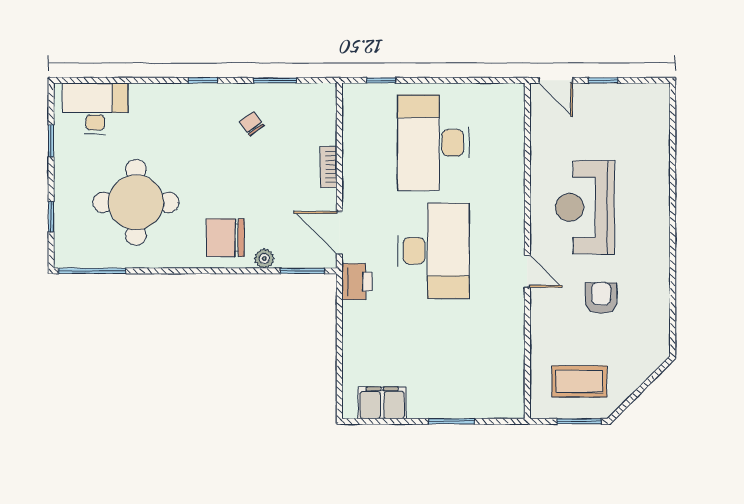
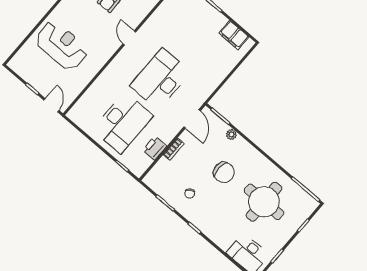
reception desk: (585, 207) -> (62, 46), moved, turned -90
chair: (225, 238) -> (224, 172), moved
printer: (357, 282) -> (155, 148), moved

